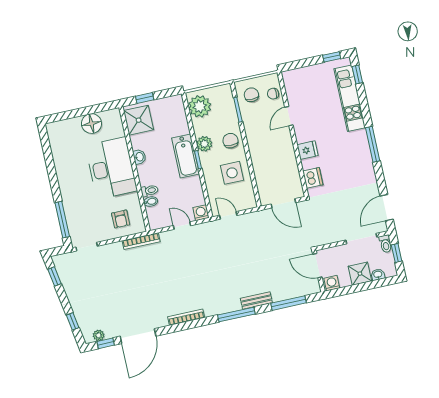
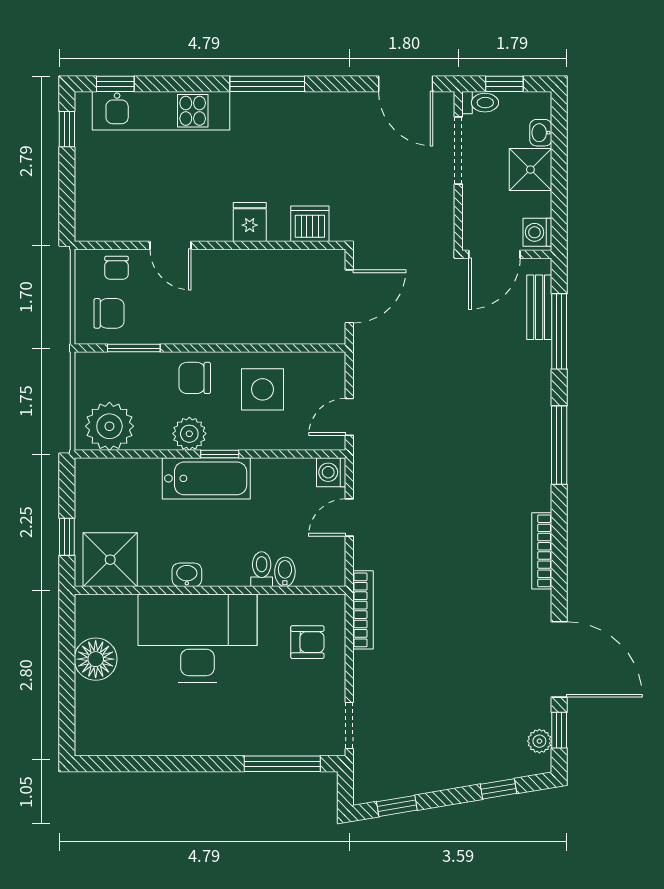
chair: (251, 95) -> (109, 313), turned 180
bench: (256, 301) -> (539, 307), moved

